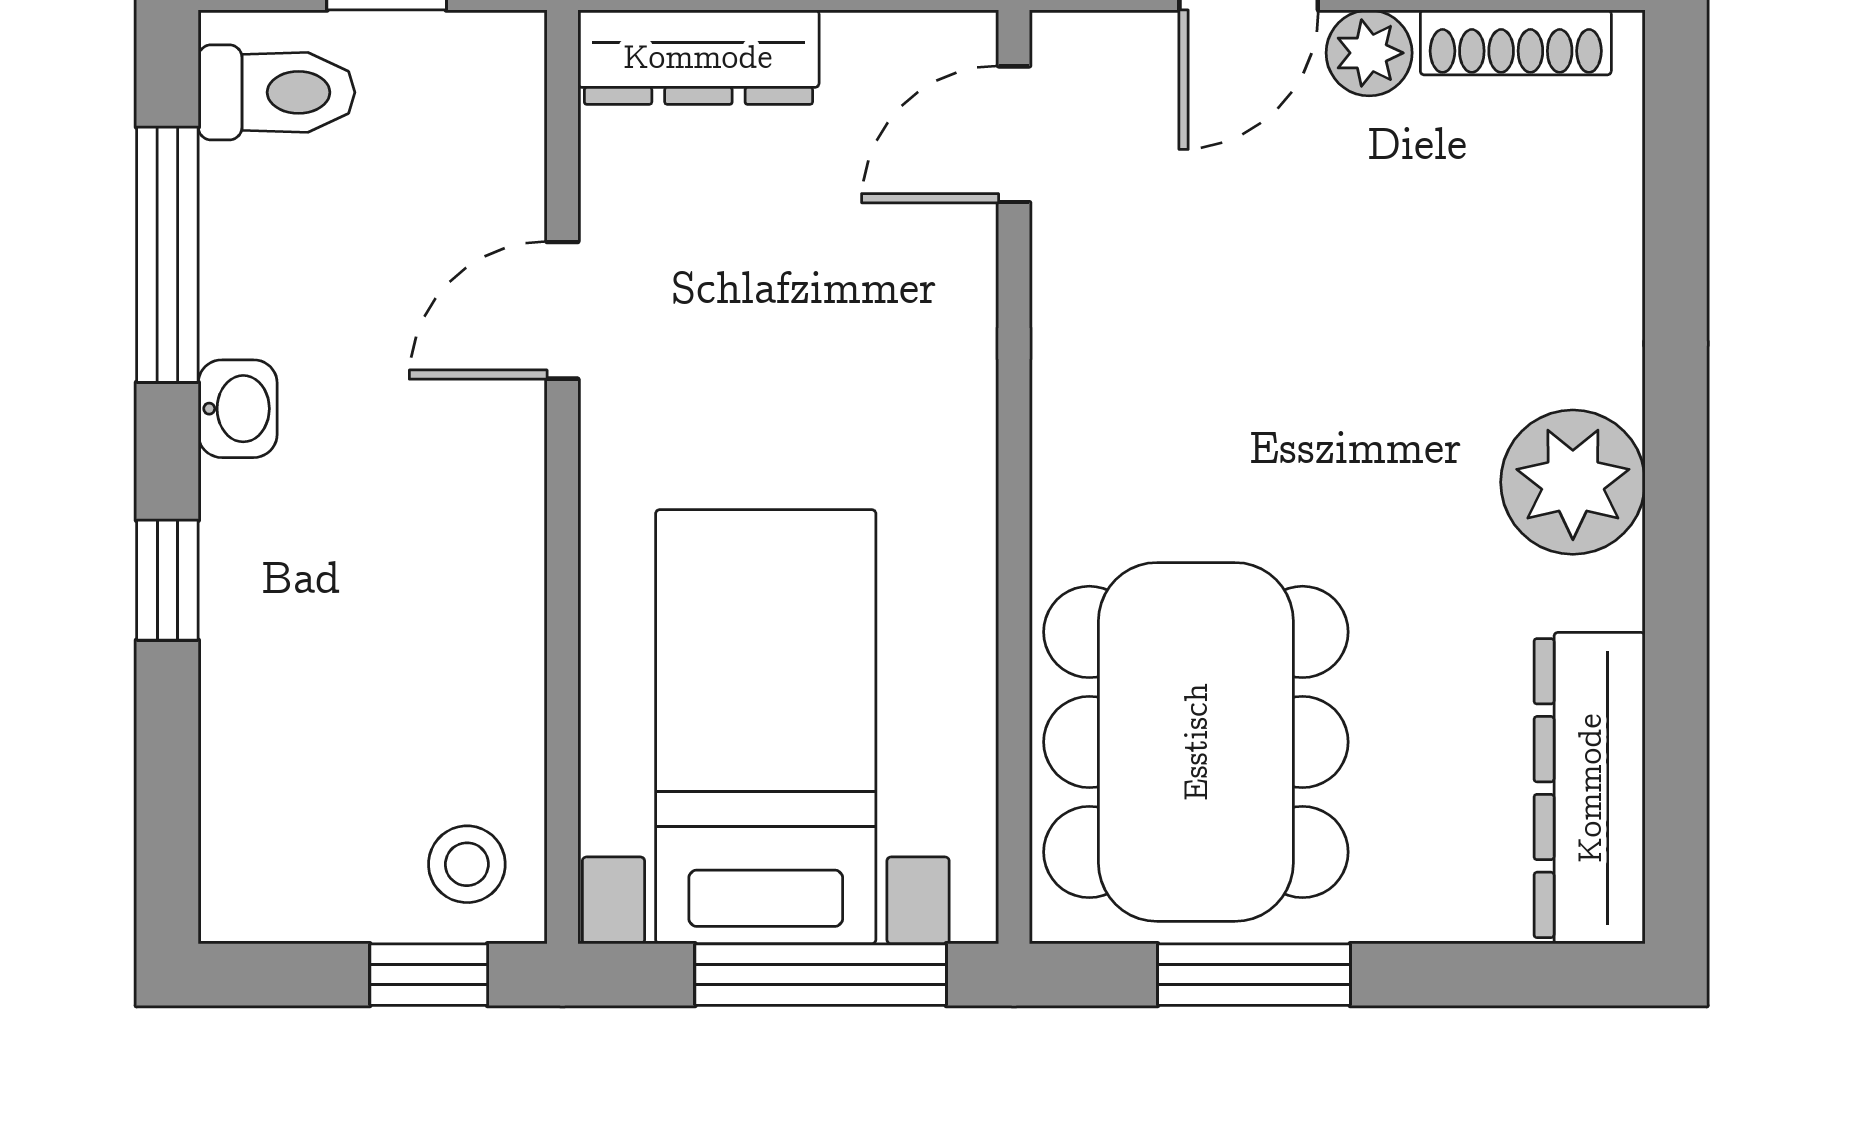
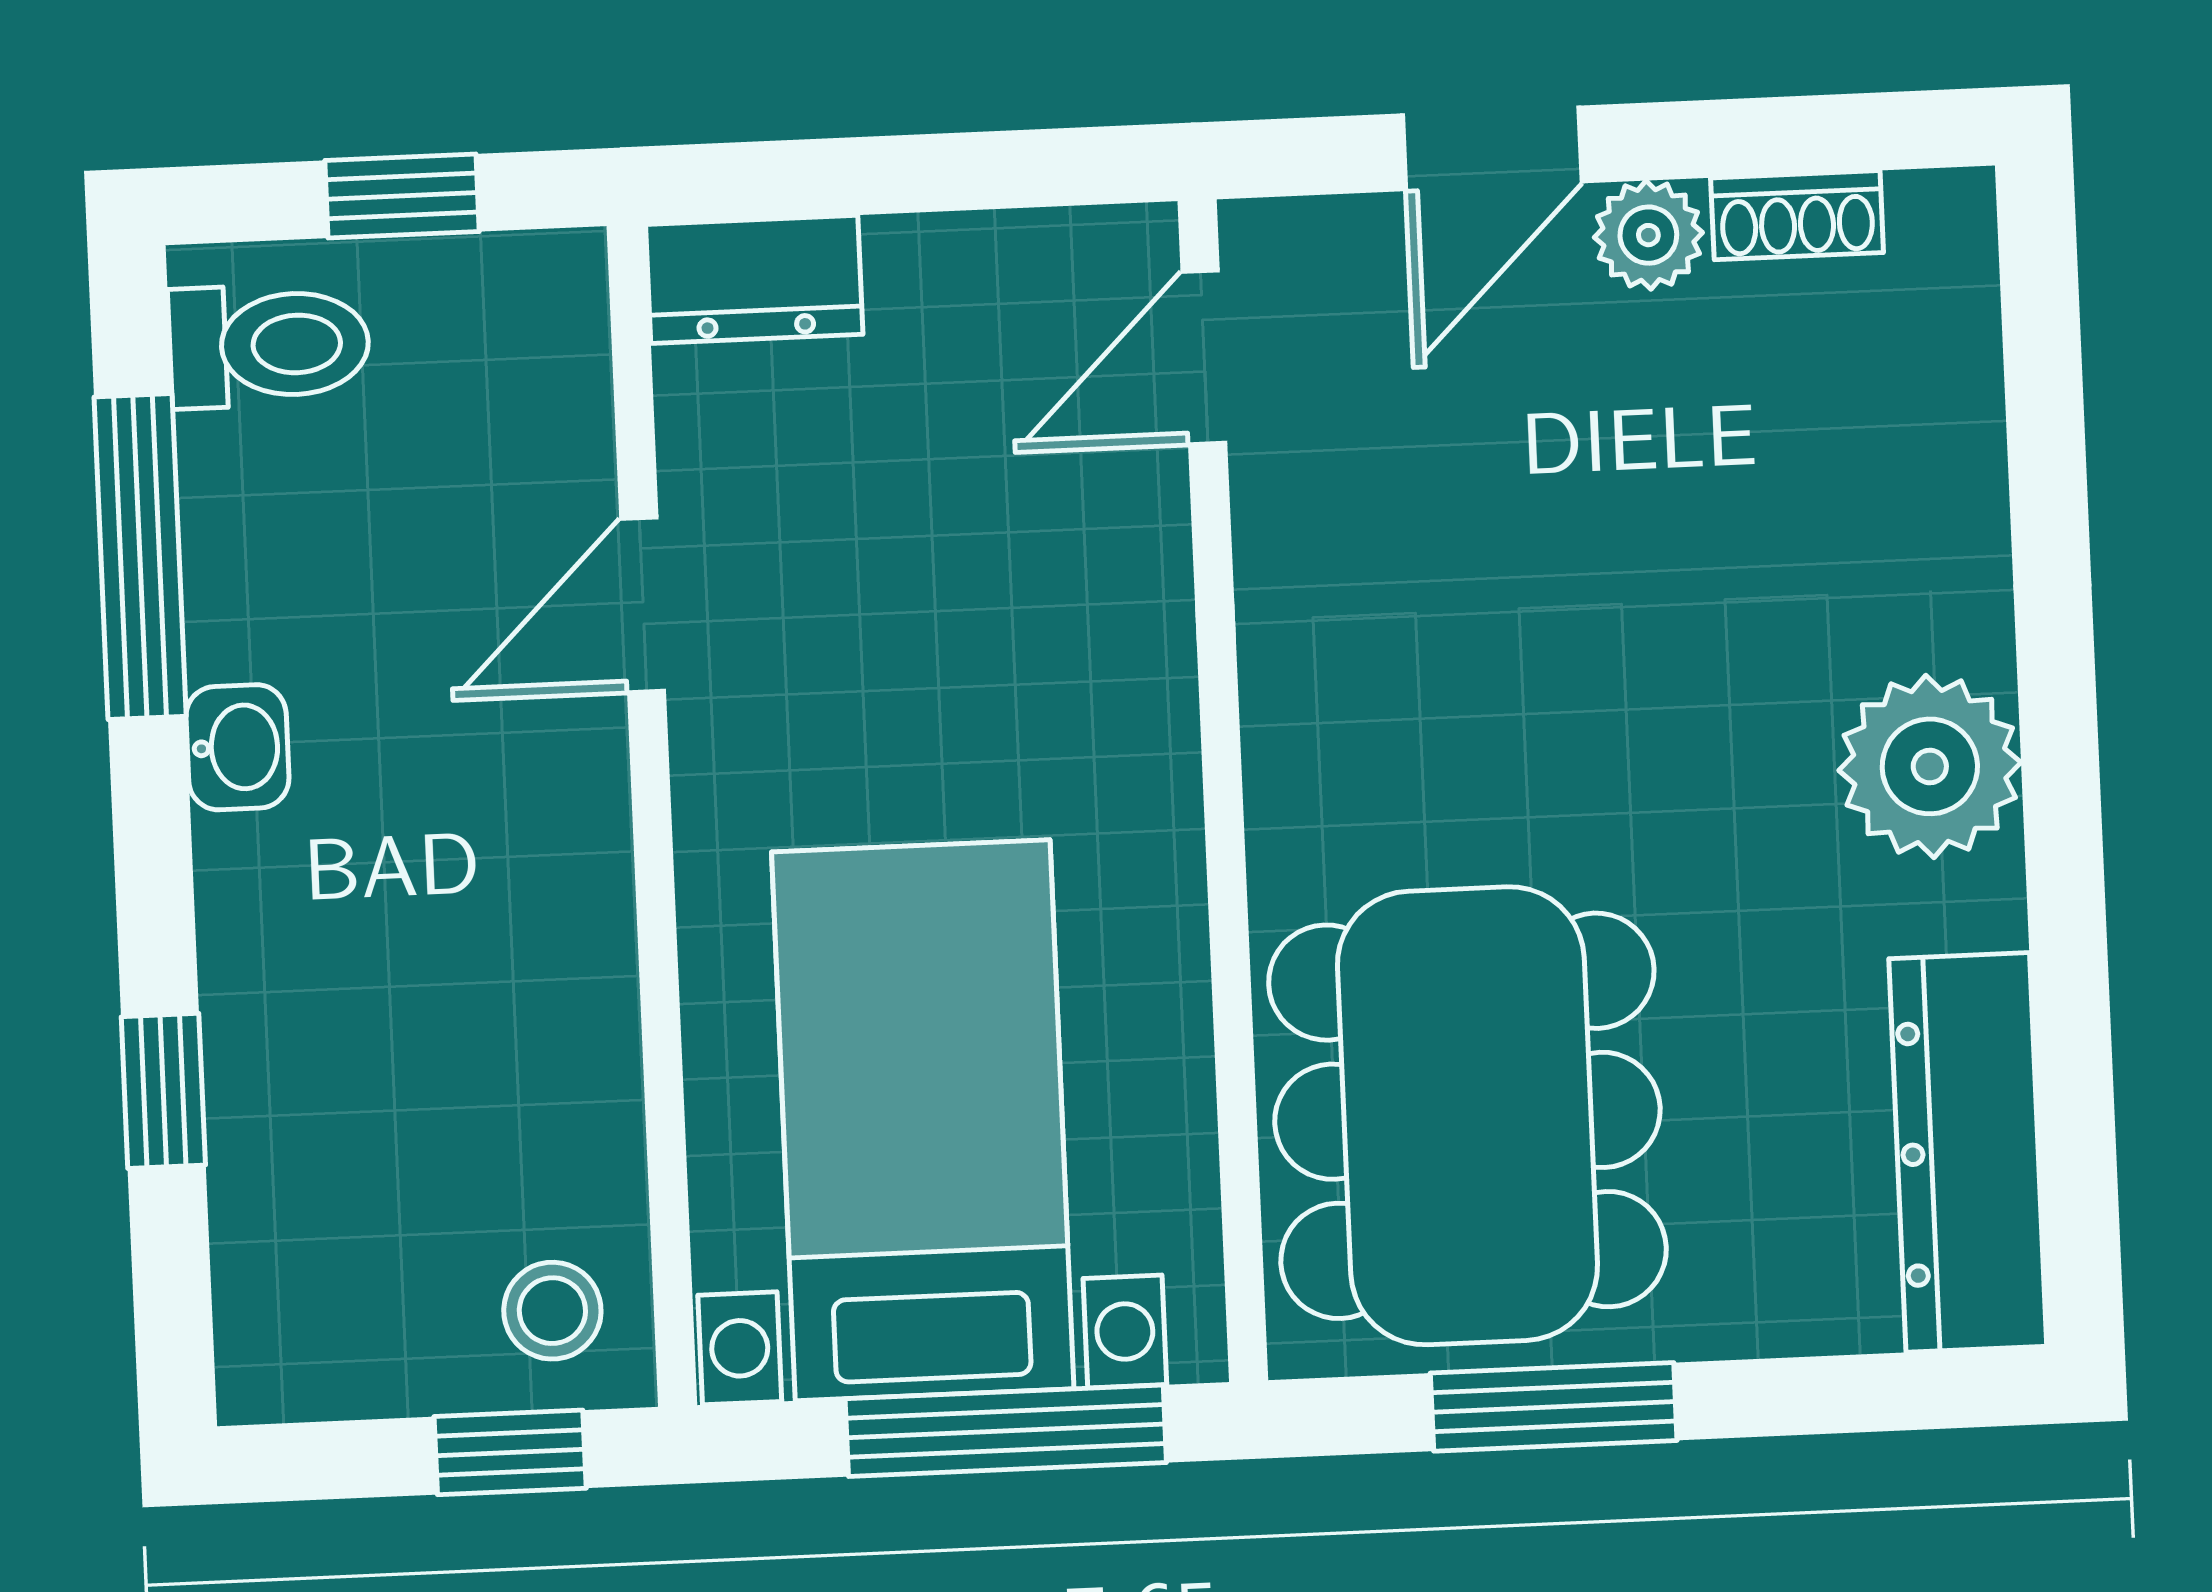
shoe rack: (1516, 42) -> (1797, 215), width x0.70
dresser: (698, 57) -> (754, 279), width x0.70
window: (167, 580) -> (163, 1091), moved

